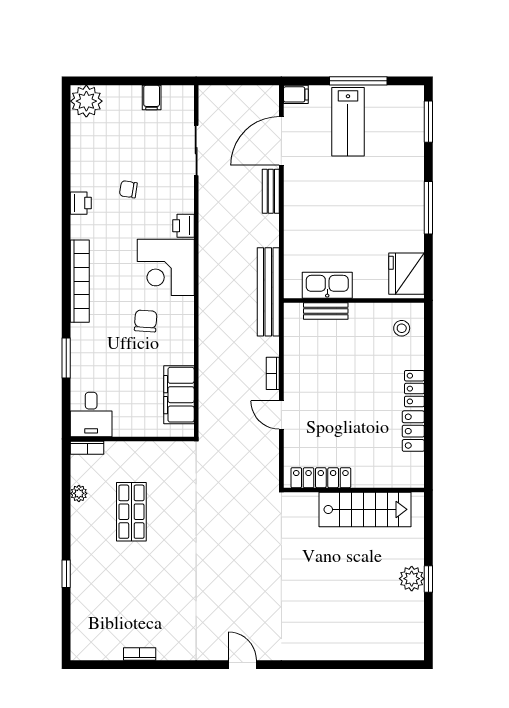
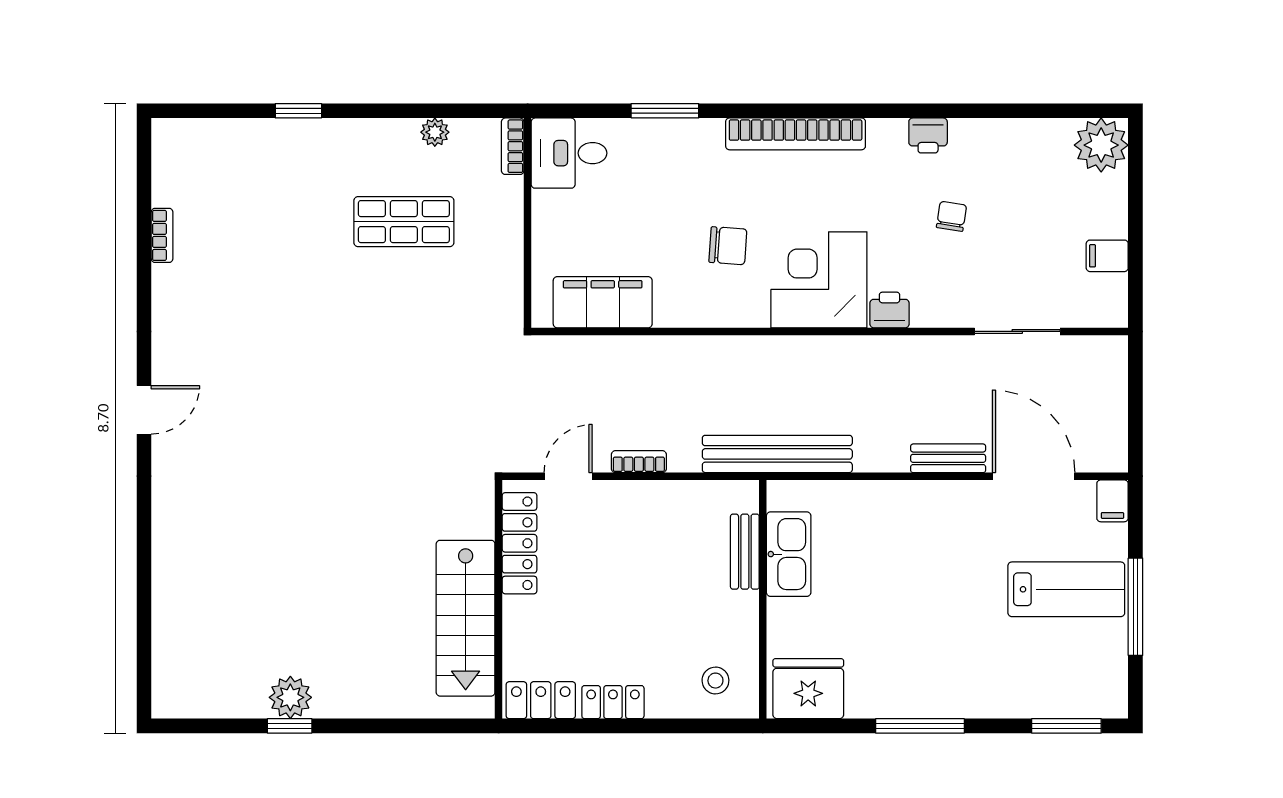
lab bench: (348, 122) -> (1066, 589), turned 180
locker: (321, 478) -> (519, 543), moved
wall: (354, 490) -> (499, 599), moved
stairs: (365, 509) -> (466, 618), moved

